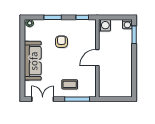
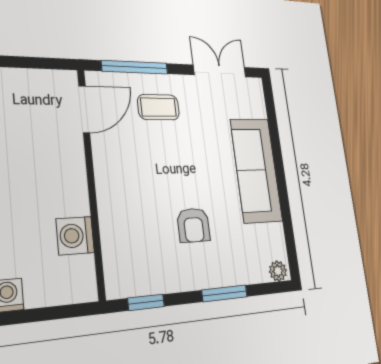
washing machine: (104, 25) -> (75, 236), moved
door: (97, 58) -> (84, 109), moved
double door: (43, 99) -> (220, 71), swing flipped

